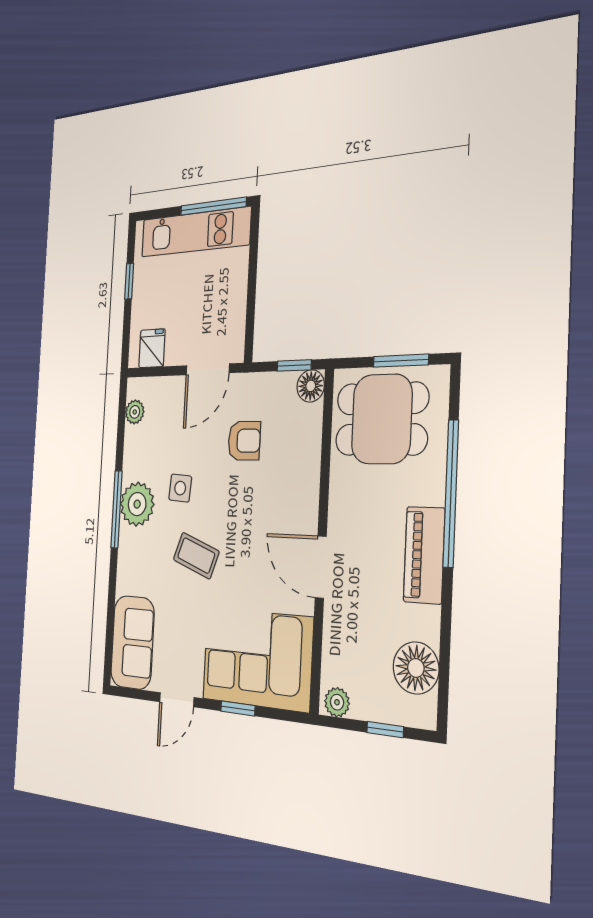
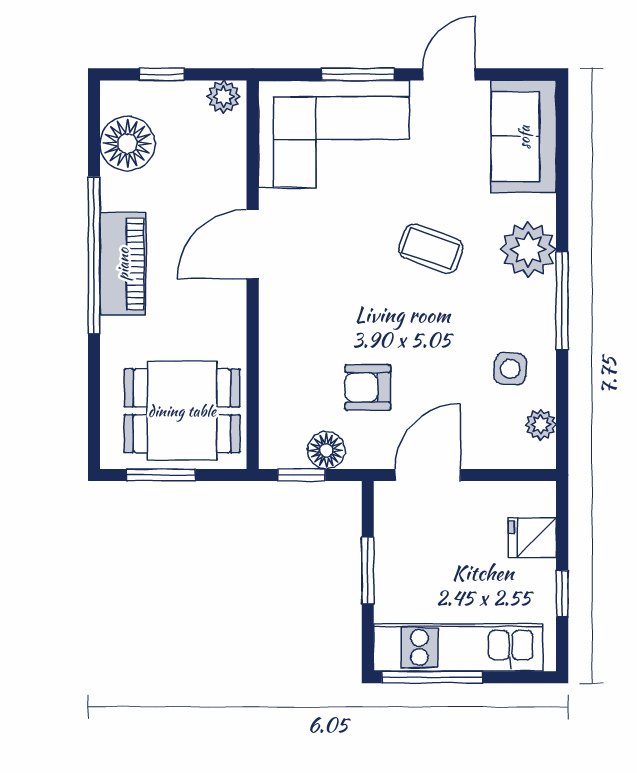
window: (252, 288) -> (368, 570), added
fridge: (152, 348) -> (532, 538), moved, turned 90
floor lamp: (311, 386) -> (326, 450), moved
side table: (180, 488) -> (510, 369), moved
window: (451, 493) -> (94, 255), moved
plant: (137, 504) -> (528, 249), moved
door: (321, 567) -> (253, 244), swing flipped
window: (238, 708) -> (358, 74), width x1.50

